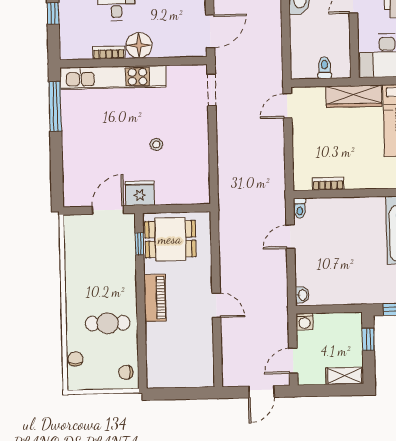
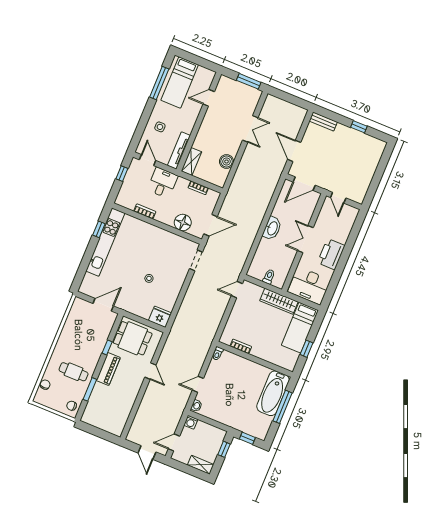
floor lamp: (139, 45) -> (183, 223), moved
kitchen unit: (113, 77) -> (105, 242), moved, turned -90
window: (55, 106) -> (99, 229), width x0.46
fridge: (140, 193) -> (160, 317), moved
door: (290, 237) -> (198, 384), moved
window: (139, 244) -> (107, 347), moved
door: (216, 305) -> (150, 371), moved
window: (142, 338) -> (90, 389), added
door: (261, 392) -> (147, 452), hinge flipped

